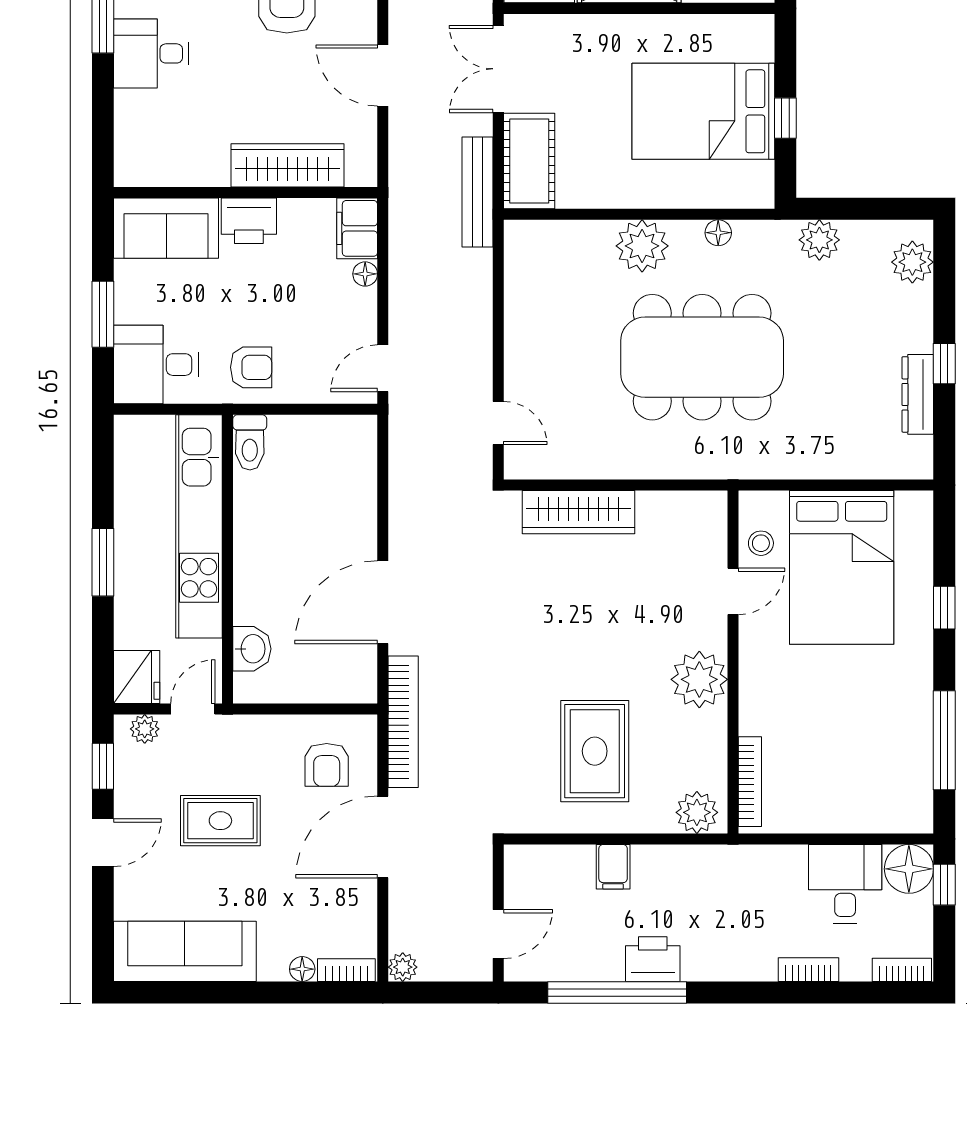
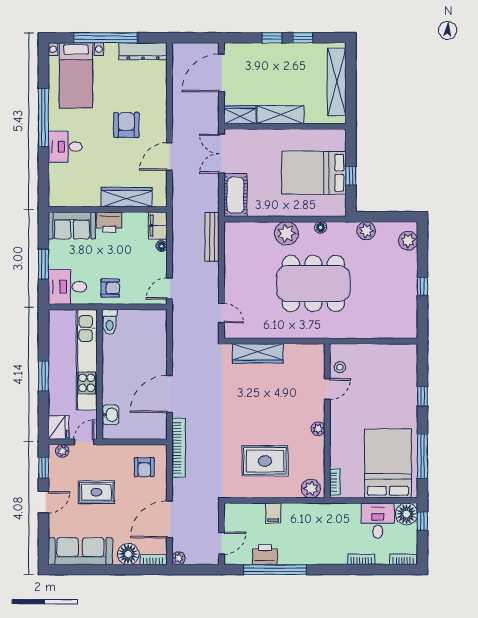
door: (383, 76) -> (170, 157), hinge flipped
bench: (477, 192) -> (212, 237), moved
dresser: (918, 394) -> (411, 300), removed
bed: (842, 567) -> (388, 463), moved, turned 180
plant: (699, 679) -> (318, 429), width x0.53, depth x0.53
rug: (595, 751) -> (265, 461), turned 90
bookcase: (750, 782) -> (335, 482), width x0.64
door: (383, 837) -> (170, 519), moved
printer: (653, 959) -> (265, 555), moved
floor lamp: (302, 969) -> (128, 554), width x1.89, depth x1.89

